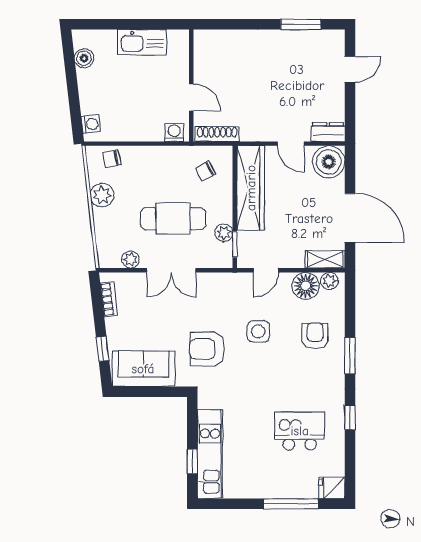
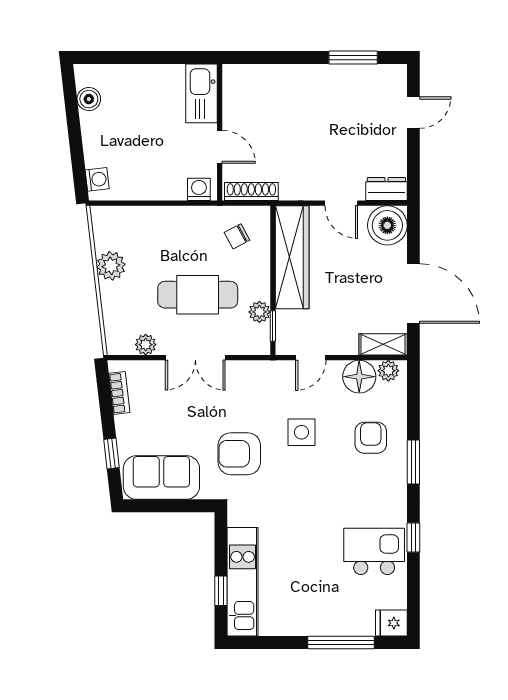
kitchen sink: (142, 42) -> (202, 93), moved, turned 90
chair: (112, 158) -> (123, 221), removed
kitchen island: (300, 431) -> (374, 551), moved

